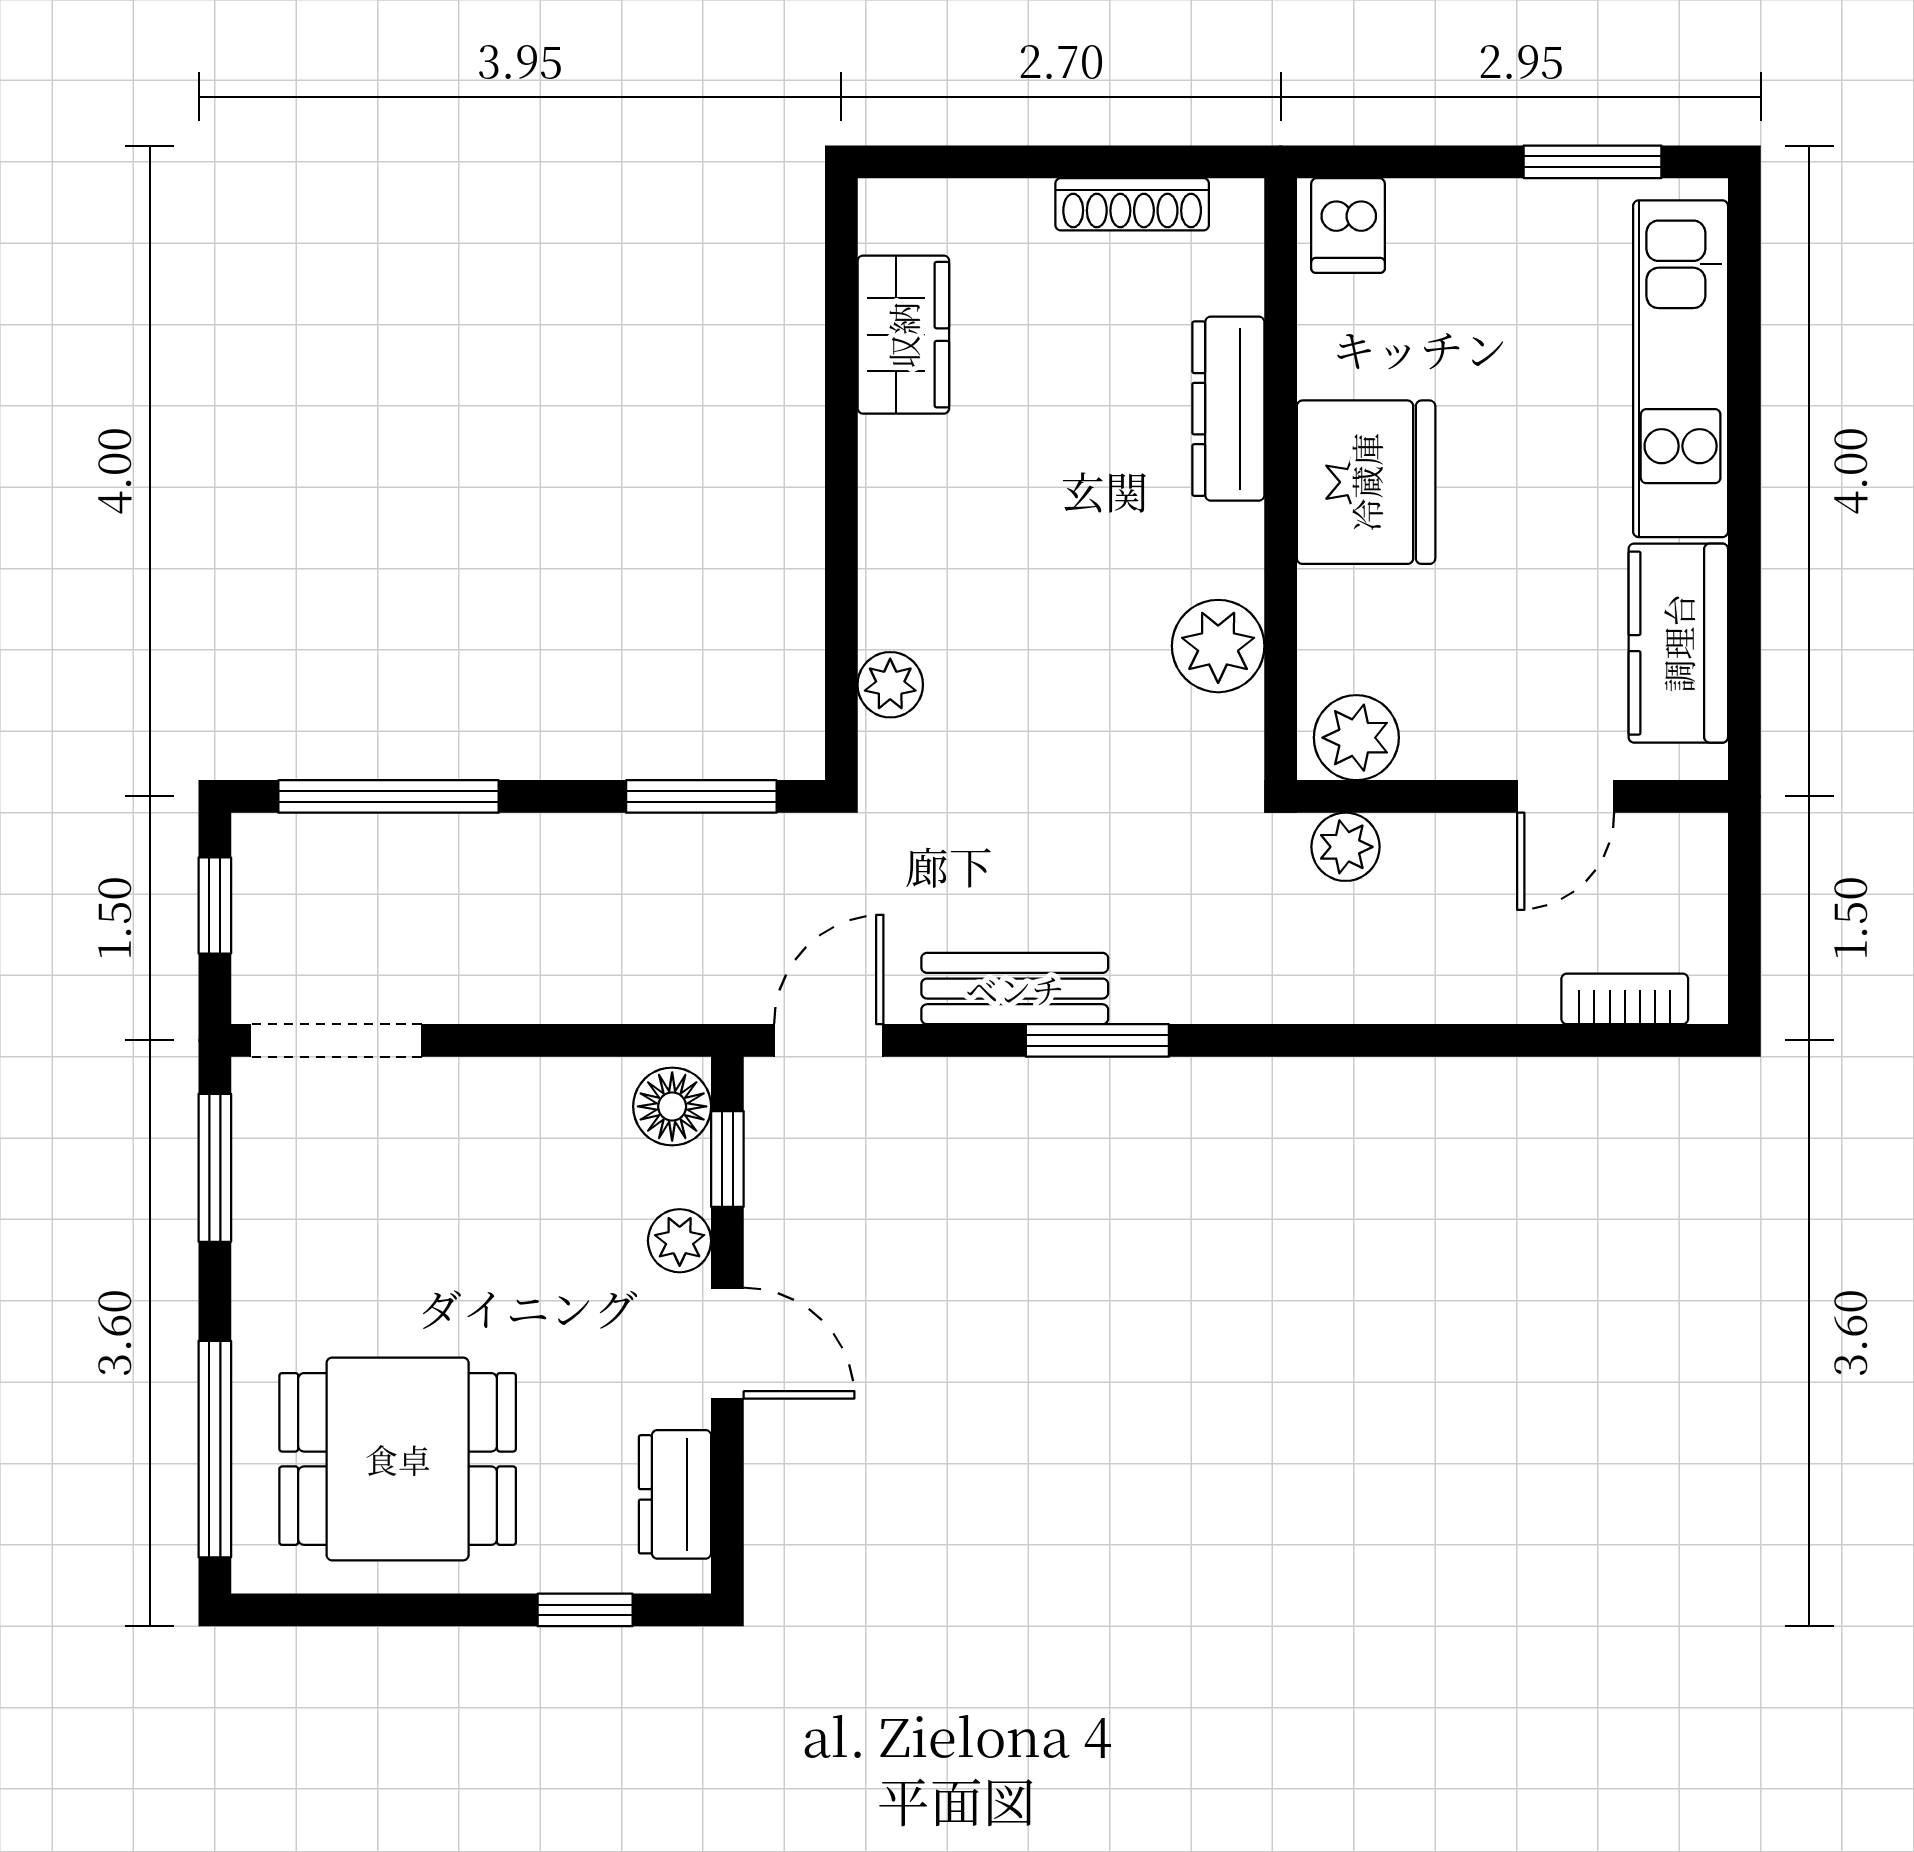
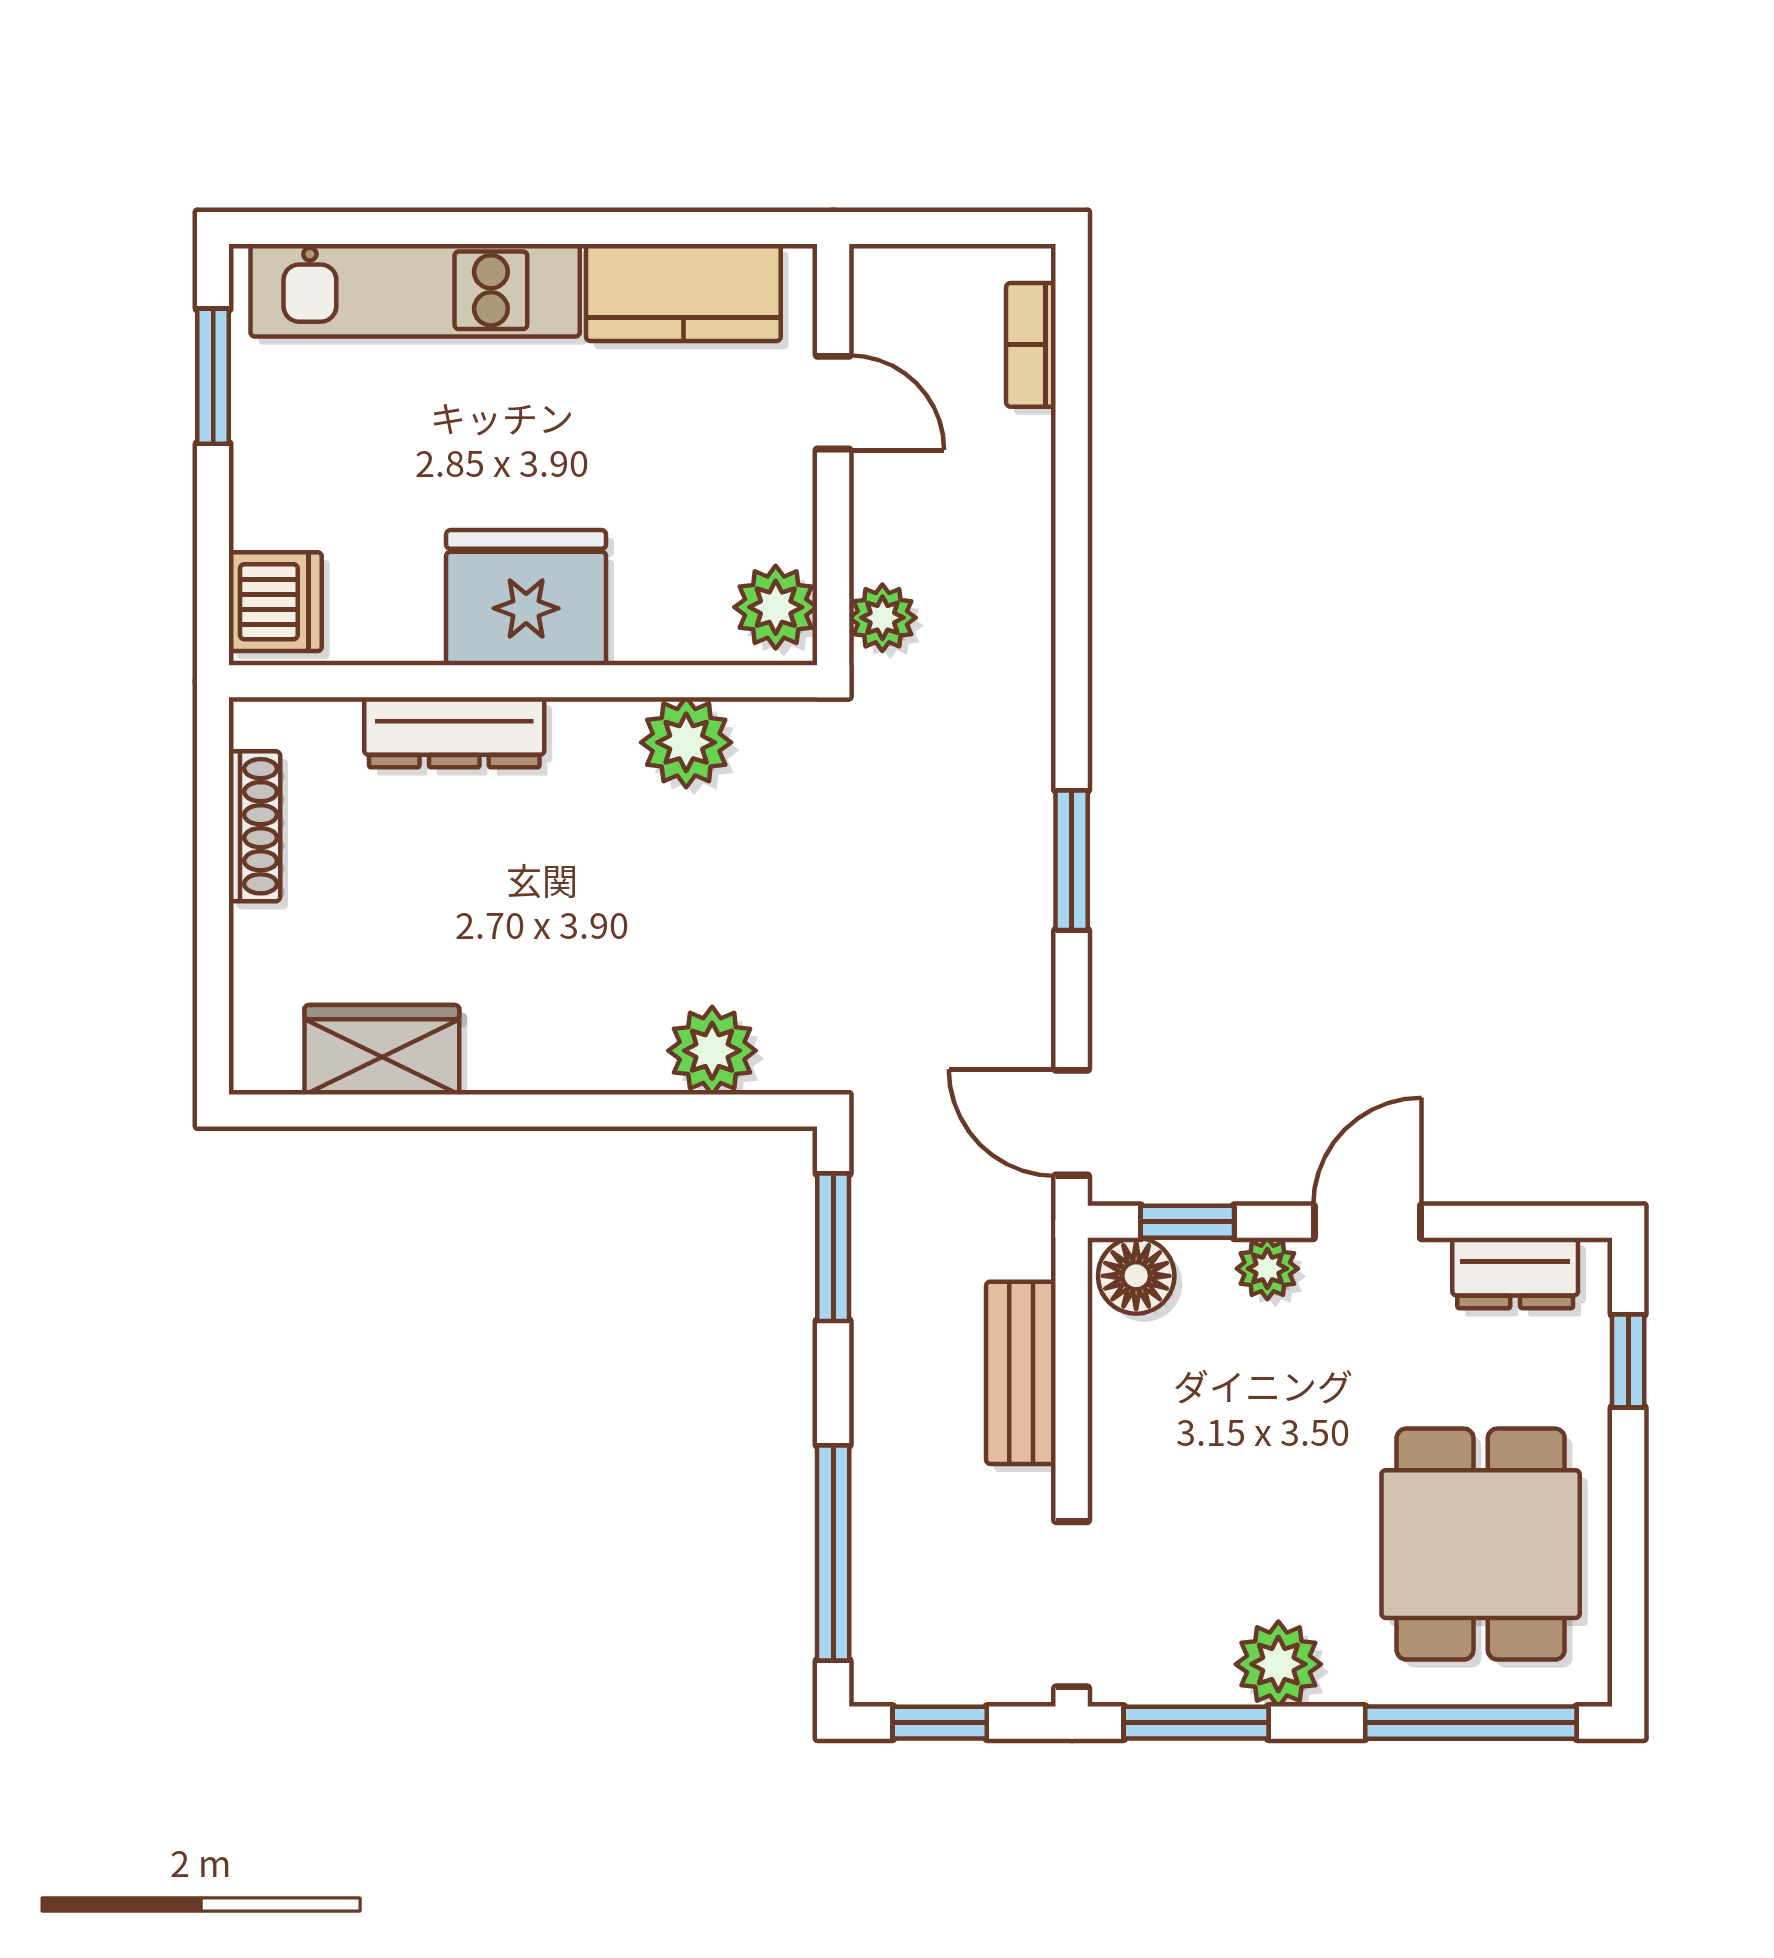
dishwasher: (1348, 226) -> (275, 602), width x1.38
plant: (890, 685) -> (712, 1051), width x1.38, depth x1.38
bench: (1015, 989) -> (1021, 1373), moved
plant: (275, 1252) -> (1278, 1664), added

